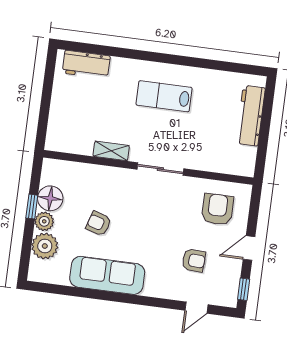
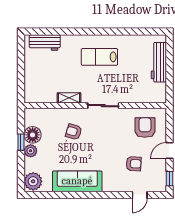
armchair: (99, 224) -> (74, 132), moved
plant: (45, 246) -> (33, 181), moved

